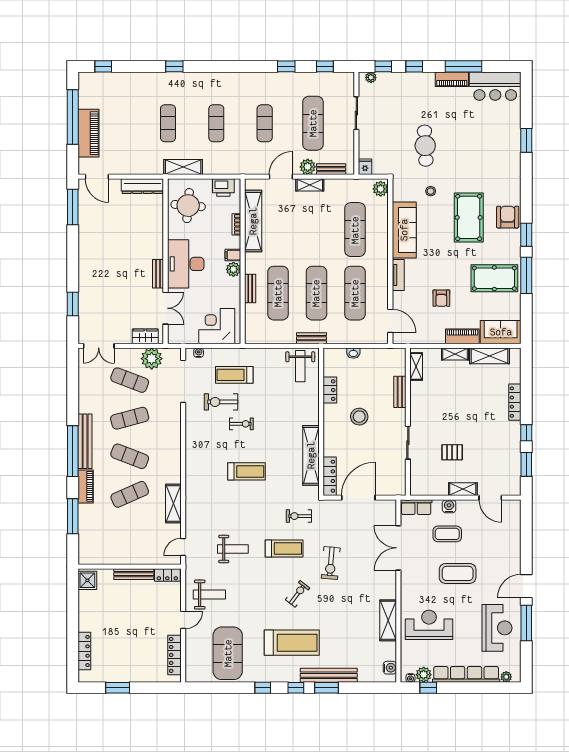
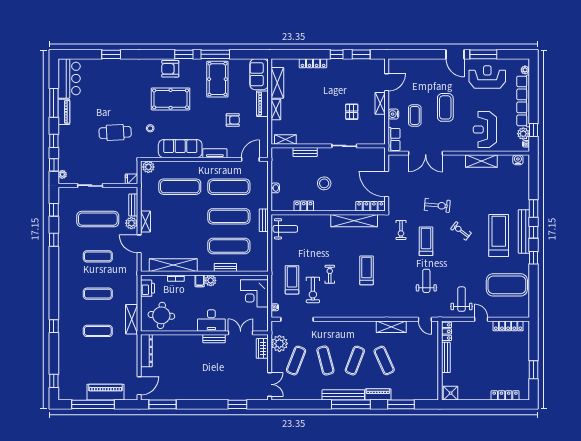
desk: (186, 264) -> (211, 320), width x0.73, depth x0.77
treadmill: (234, 375) -> (292, 280), turned 180
bench: (329, 675) -> (524, 231), moved

